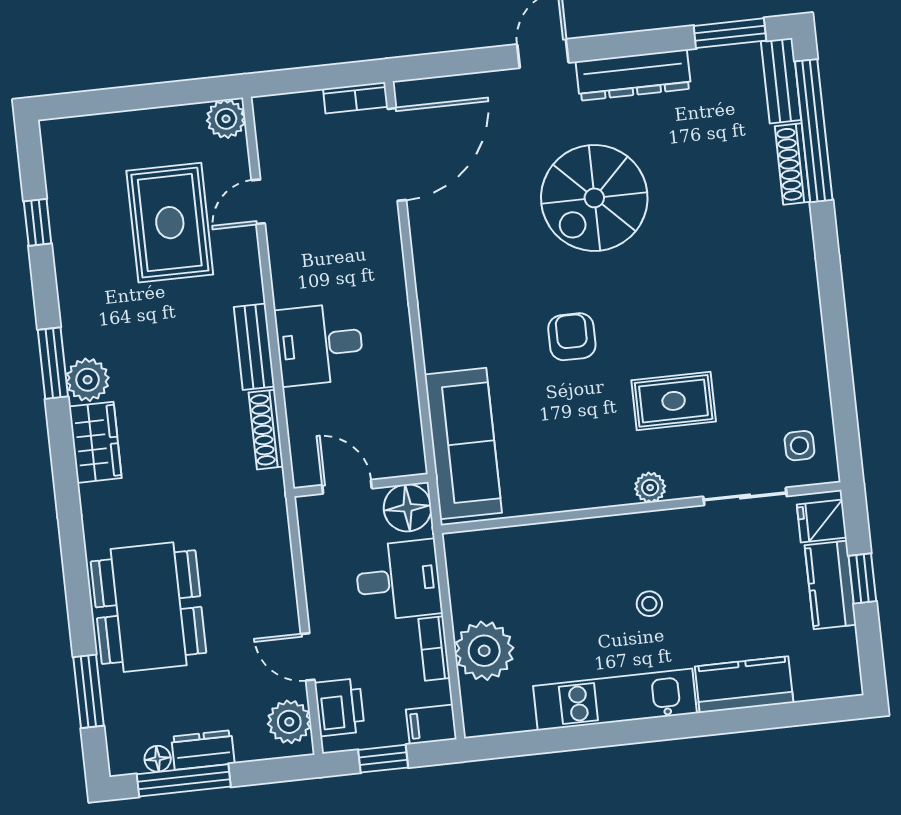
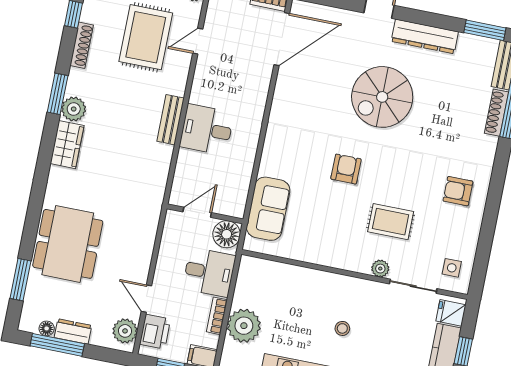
armchair: (770, 315) -> (458, 191), added
shoe rack: (266, 430) -> (82, 45), moved, turned 180
sofa: (463, 444) -> (268, 209), width x0.73
door: (347, 487) -> (197, 212), hinge flipped
plant: (650, 488) -> (380, 269), moved

